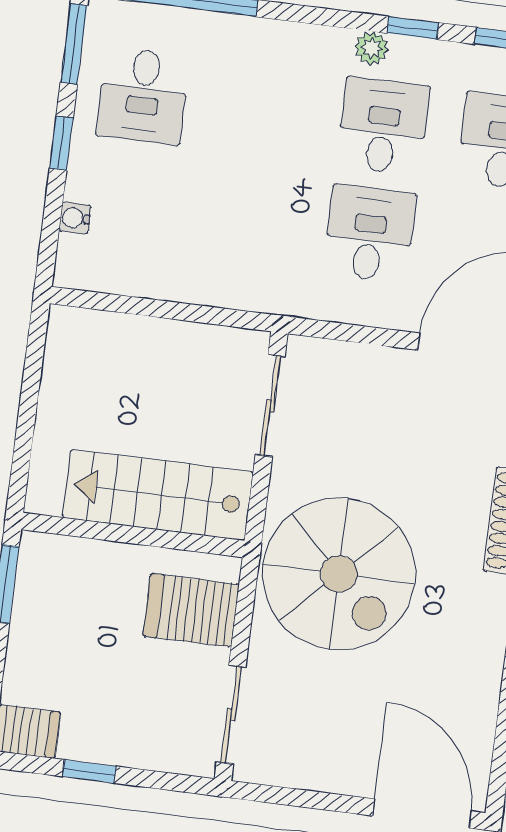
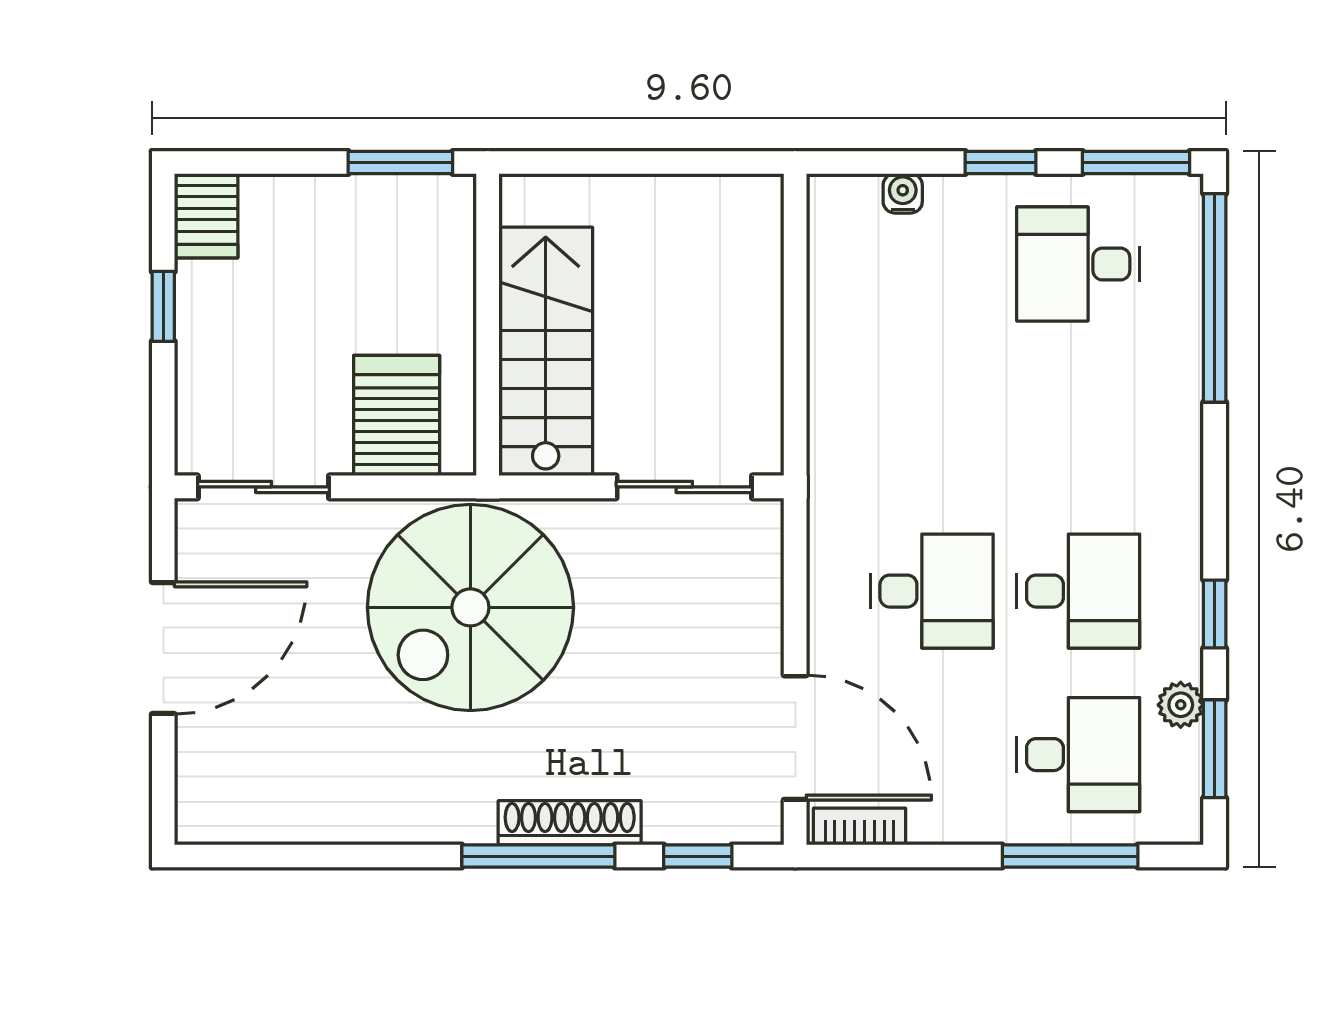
plant: (372, 48) -> (1181, 705), moved
door: (422, 813) -> (163, 648), moved

